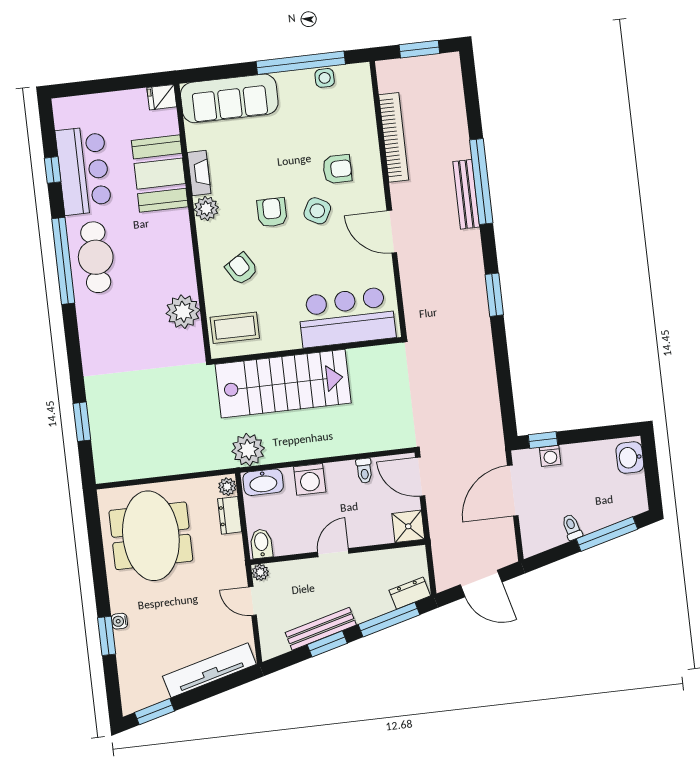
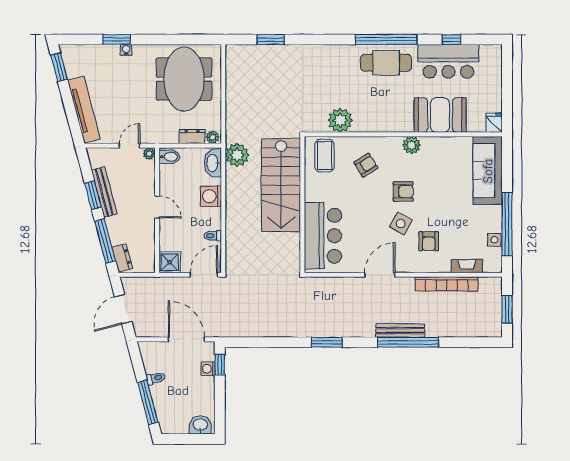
fireplace: (199, 173) -> (467, 266), moved, turned 180
meeting table: (151, 536) -> (184, 79), turned 90

